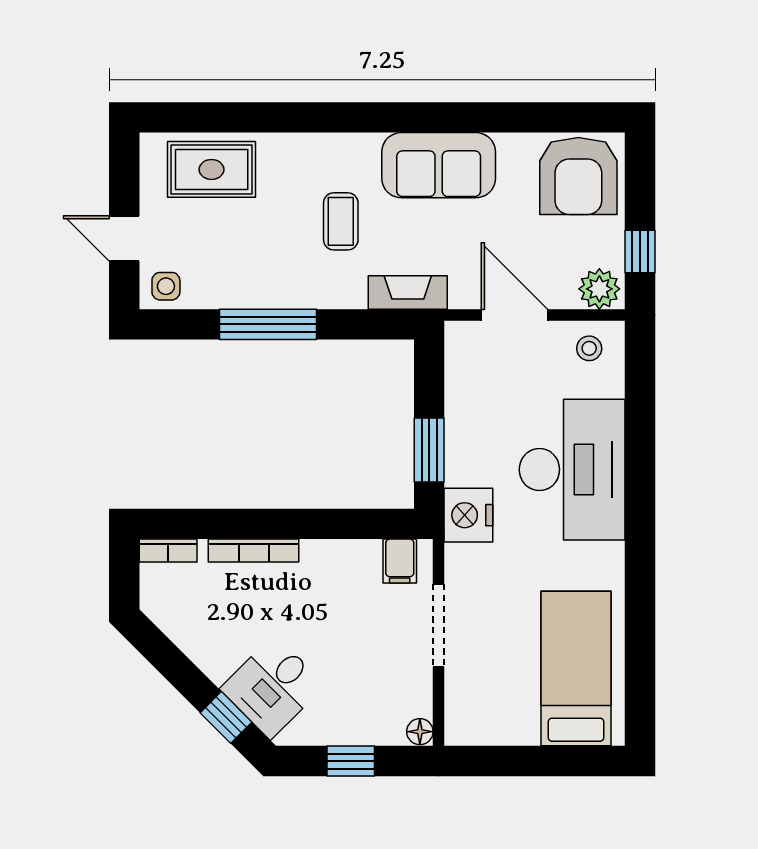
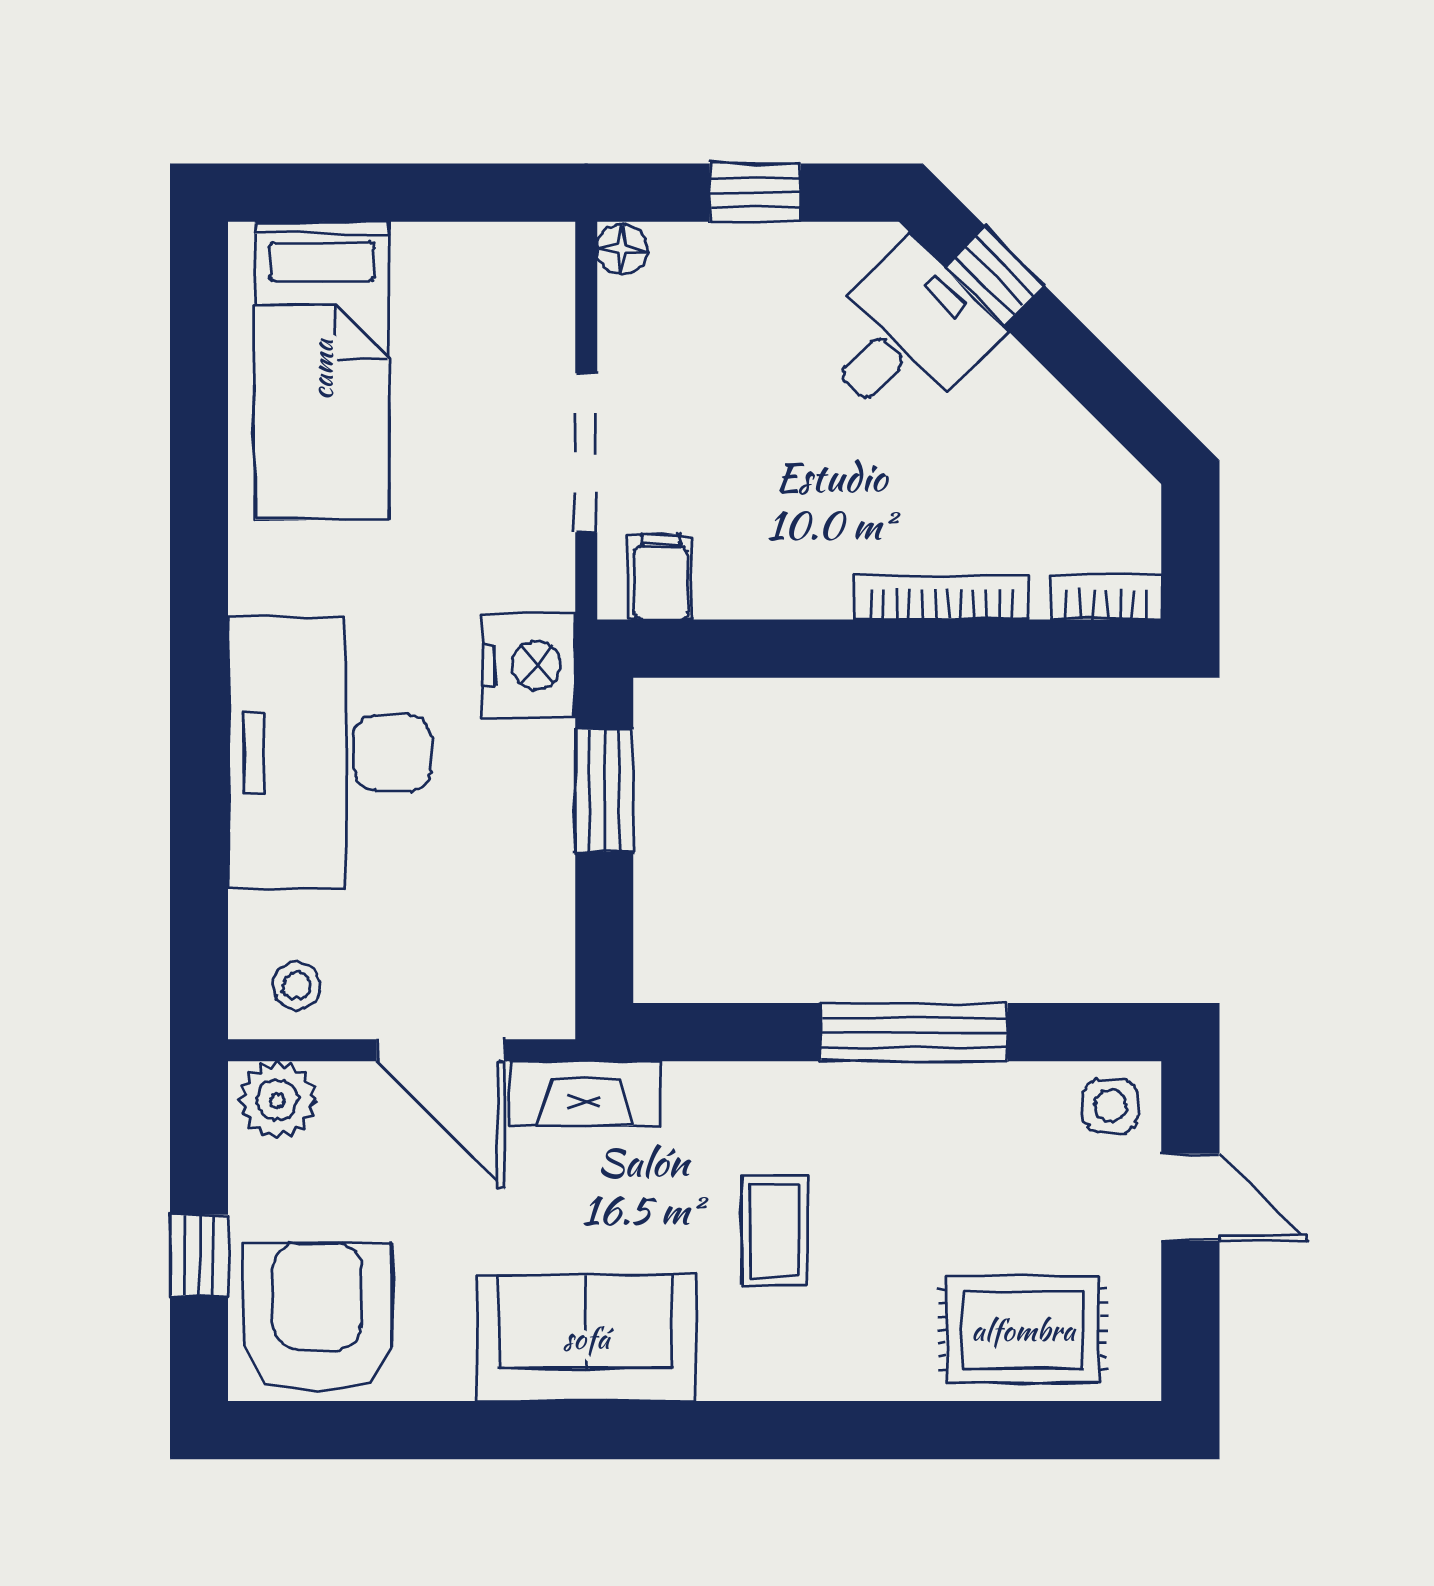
window: (640, 252) -> (199, 1255), moved
fireplace: (408, 292) -> (585, 1093), moved

